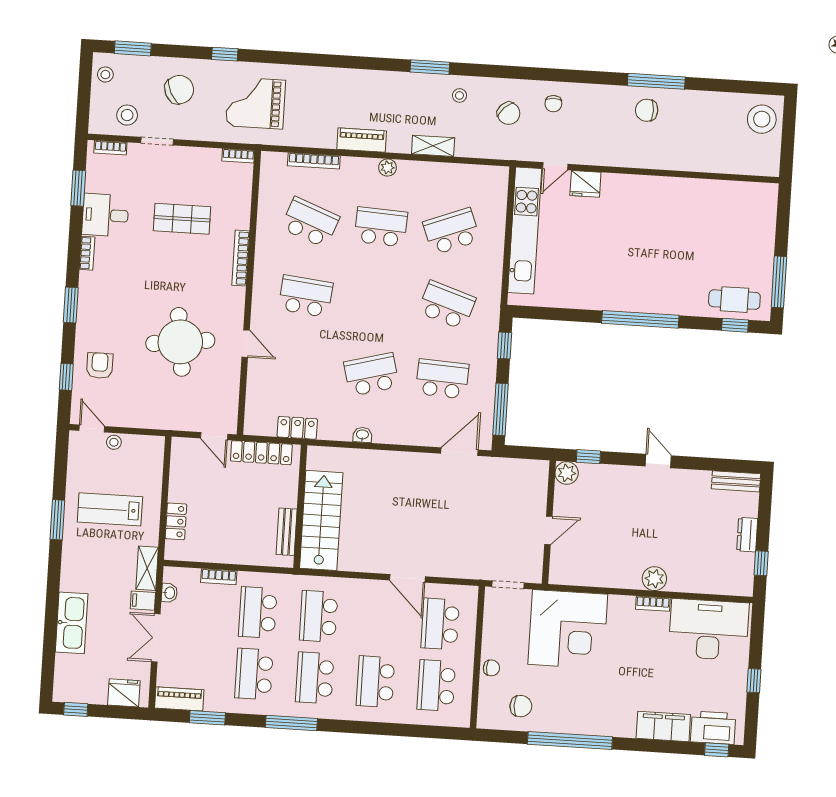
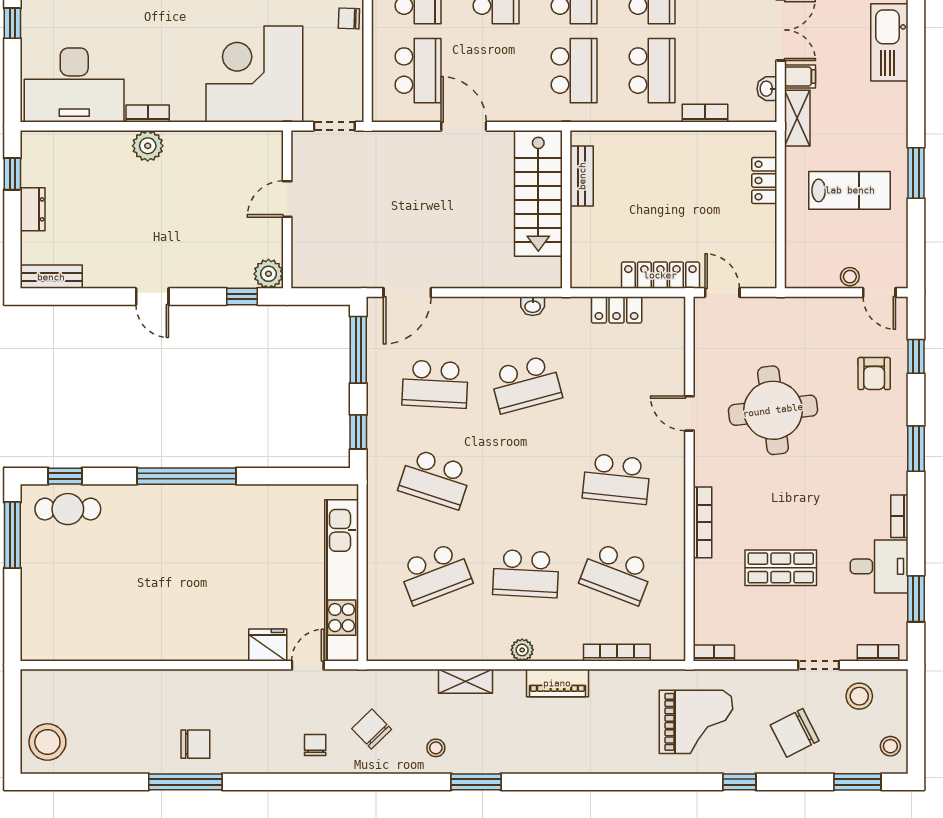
wall: (300, 507) -> (566, 209), moved
stairs: (321, 520) -> (538, 193), moved
bench: (287, 532) -> (582, 176), moved

